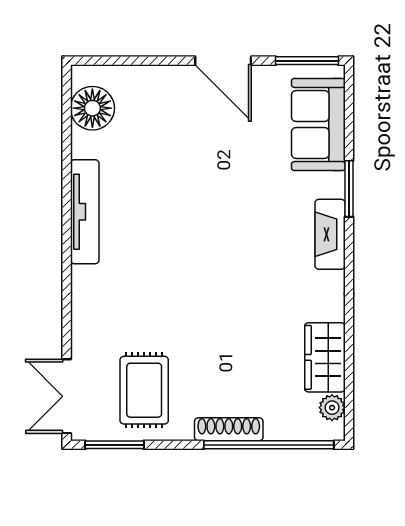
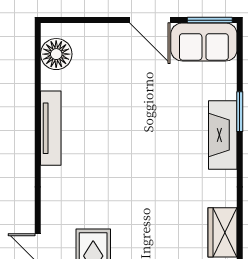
sofa: (318, 125) -> (204, 42), moved, turned -90
fireplace: (330, 234) -> (223, 135), width x1.37, depth x1.32

